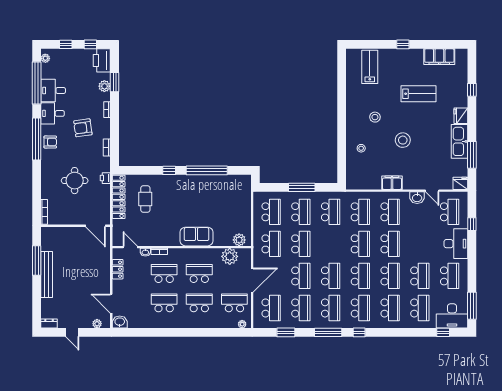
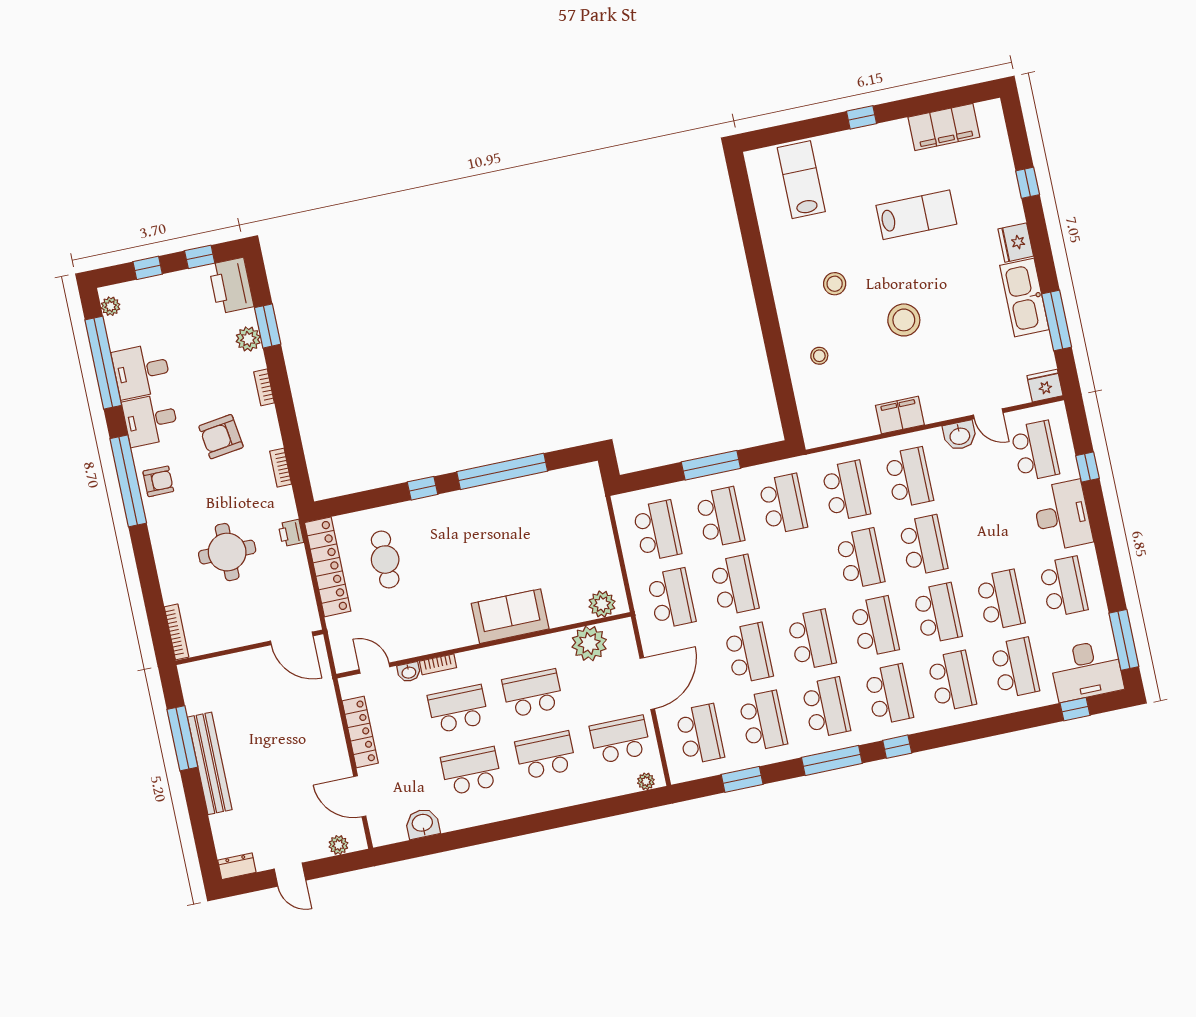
locker: (118, 269) -> (360, 732), width x1.53
washbasin: (120, 322) -> (422, 824), moved

